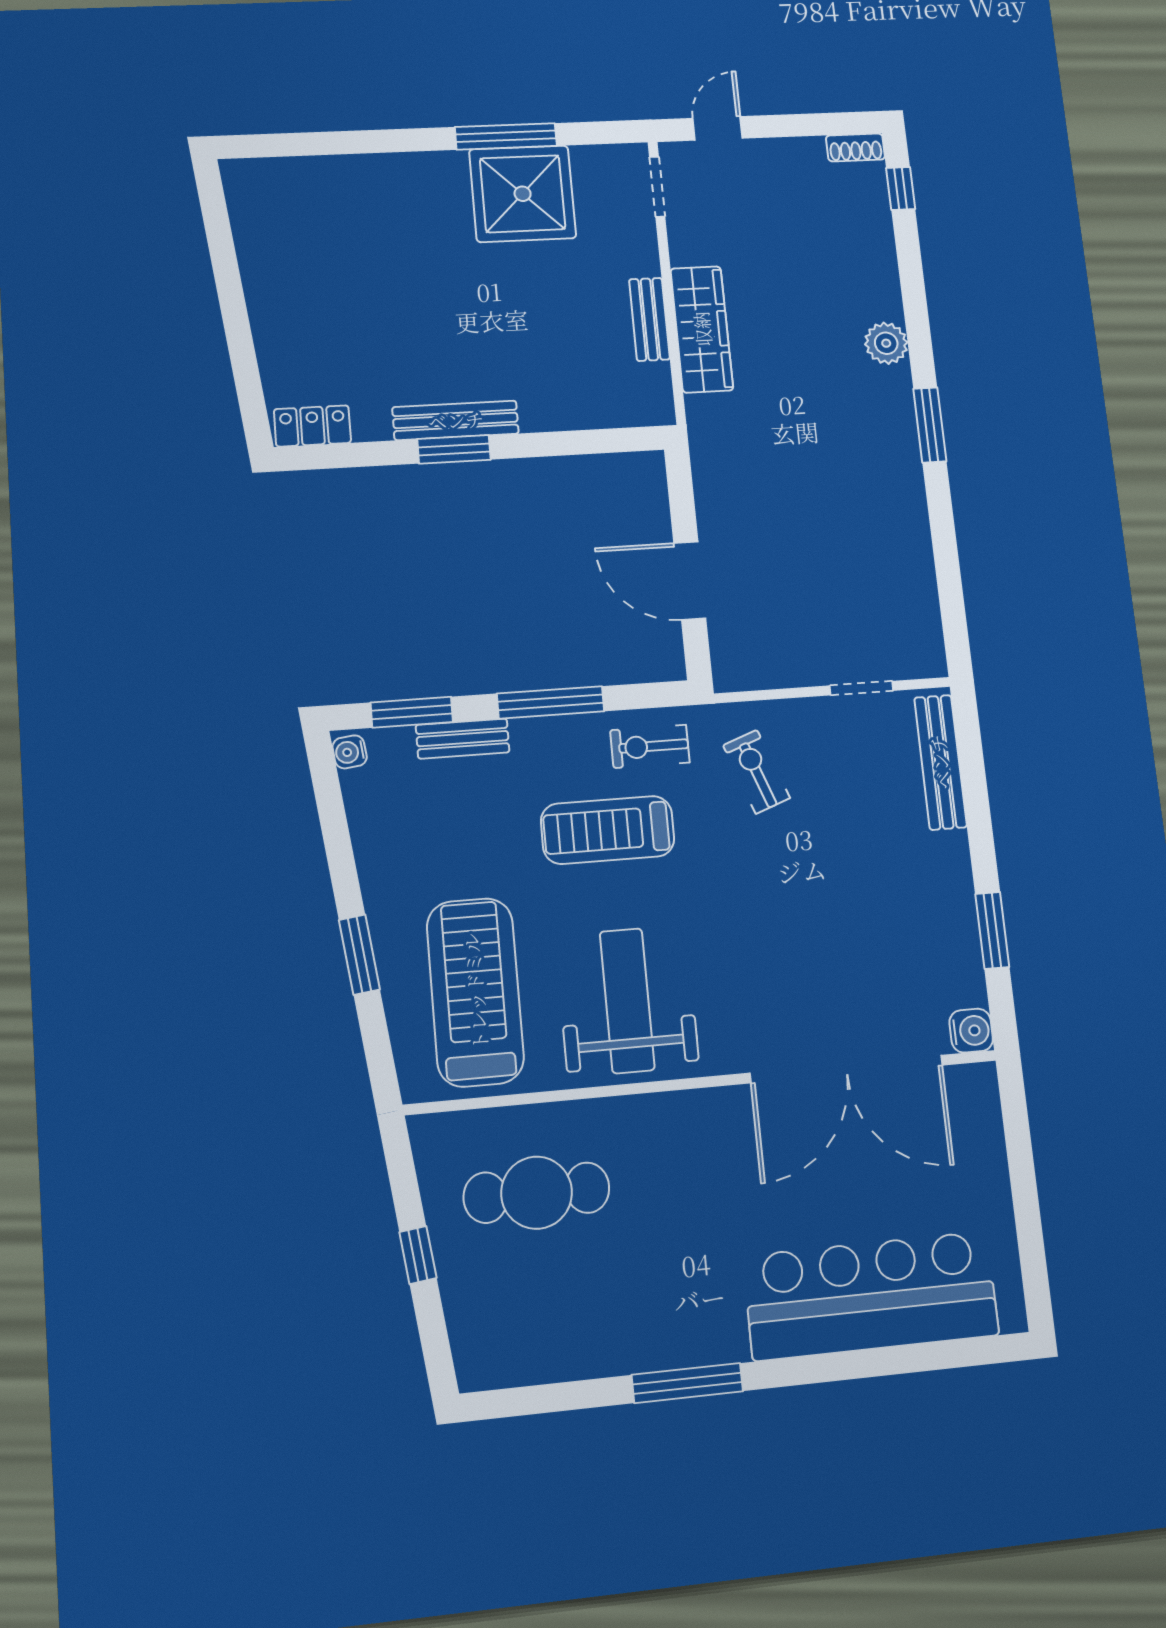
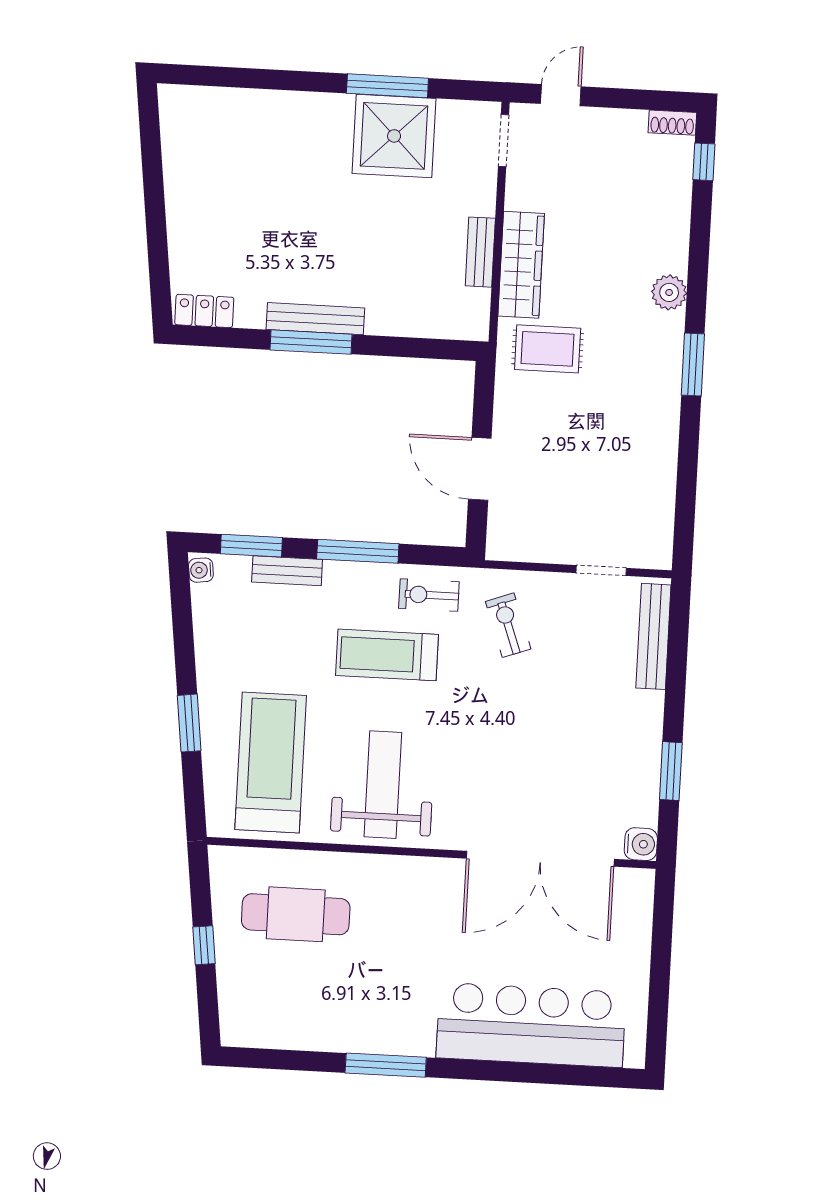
rug: (750, 426) -> (548, 349), added
window: (454, 449) -> (311, 342), width x1.44

